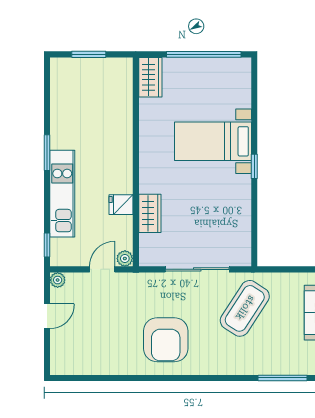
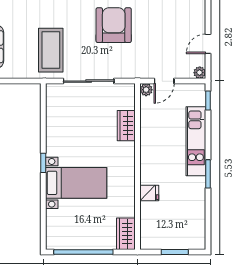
fridge: (121, 205) -> (149, 193), moved
coffee table: (245, 308) -> (51, 50), turned -33

